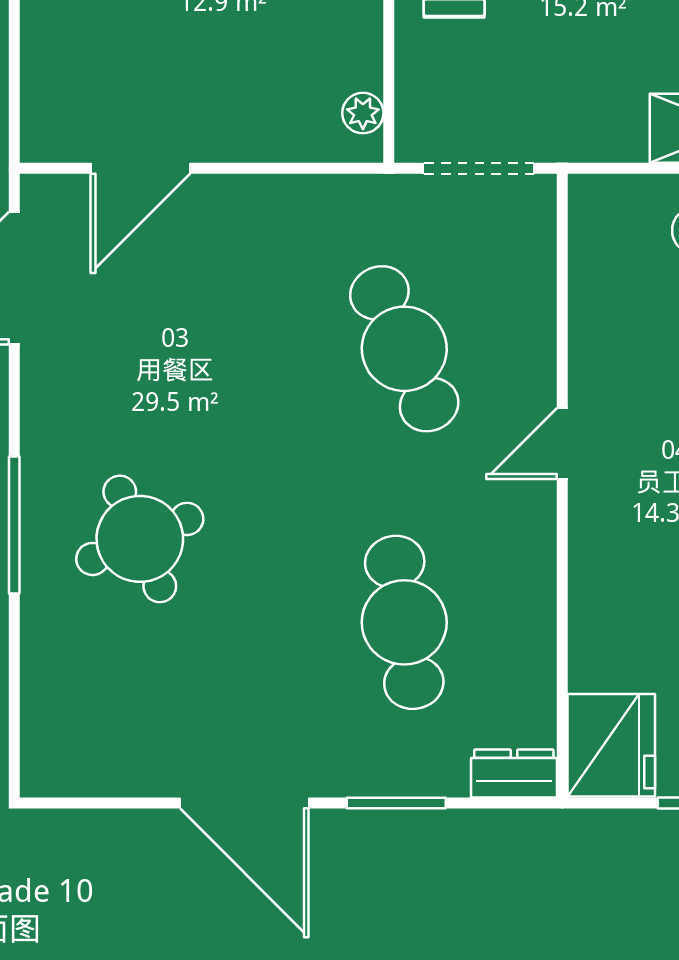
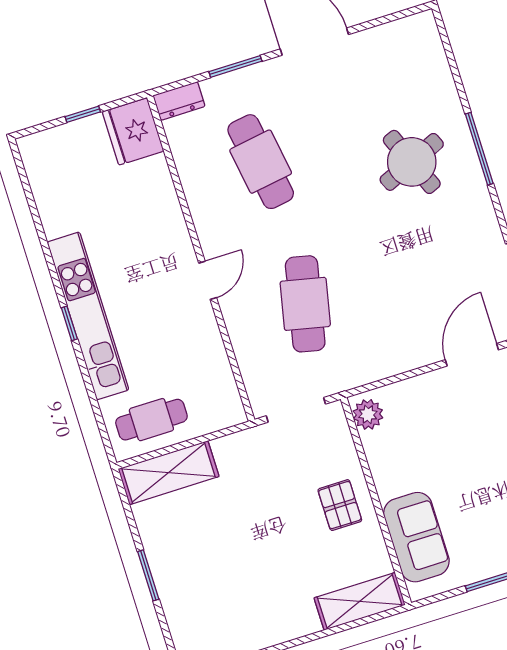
plant: (363, 113) -> (368, 414), width x1.38, depth x1.38
cafe table: (404, 349) -> (305, 304), turned 36

